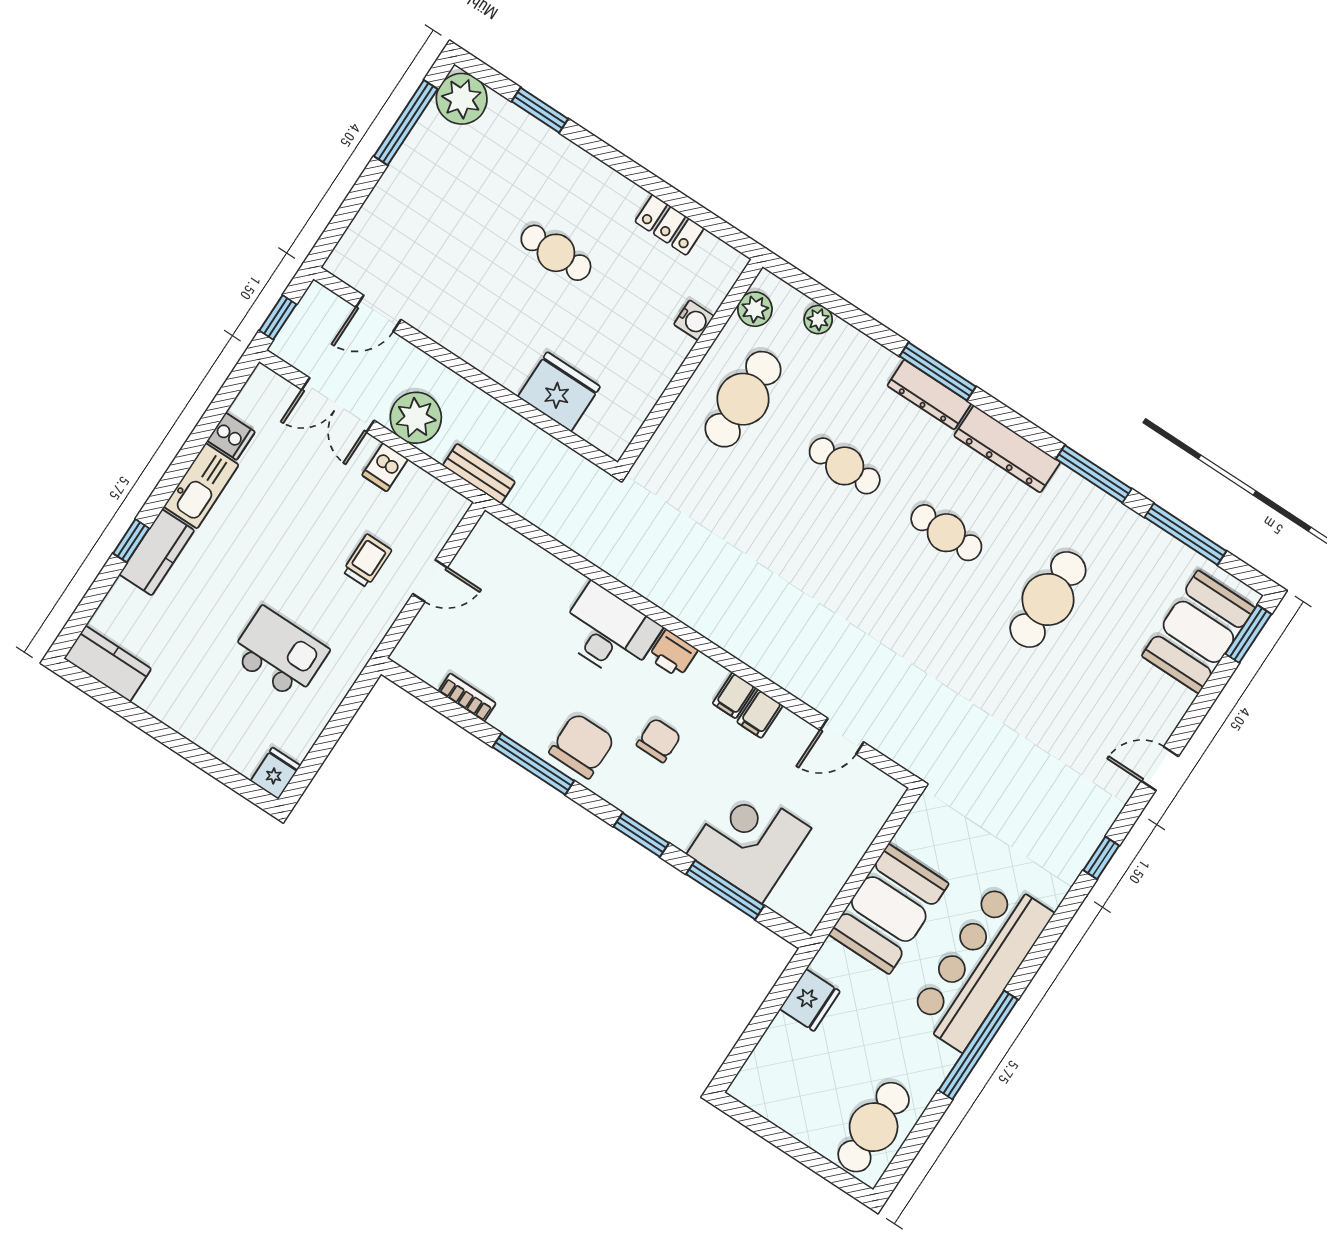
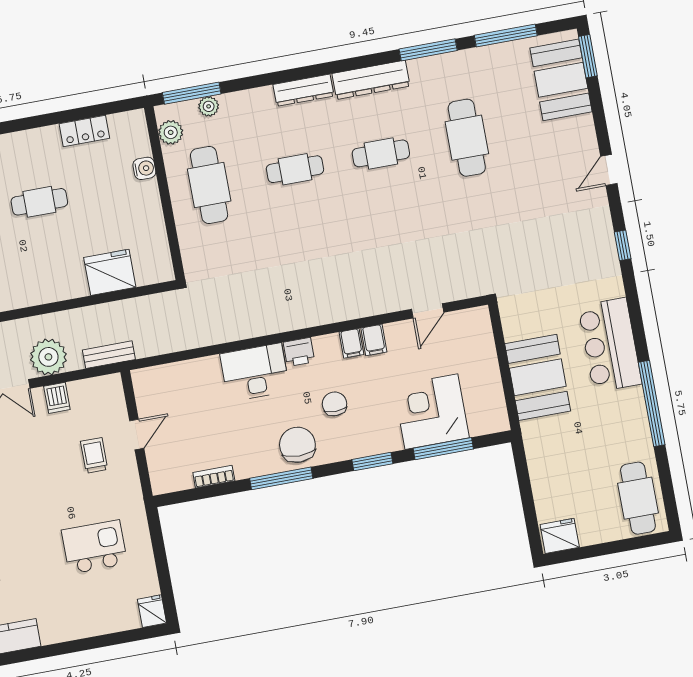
window: (938, 371) -> (192, 93), moved
bar counter: (980, 965) -> (610, 345), width x0.73
fridge: (810, 1000) -> (560, 536), moved, turned -90

